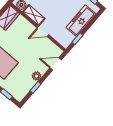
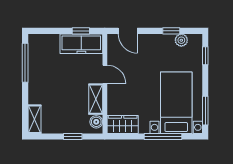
freezer: (81, 21) -> (81, 44), moved
plant: (37, 76) -> (181, 40), moved

